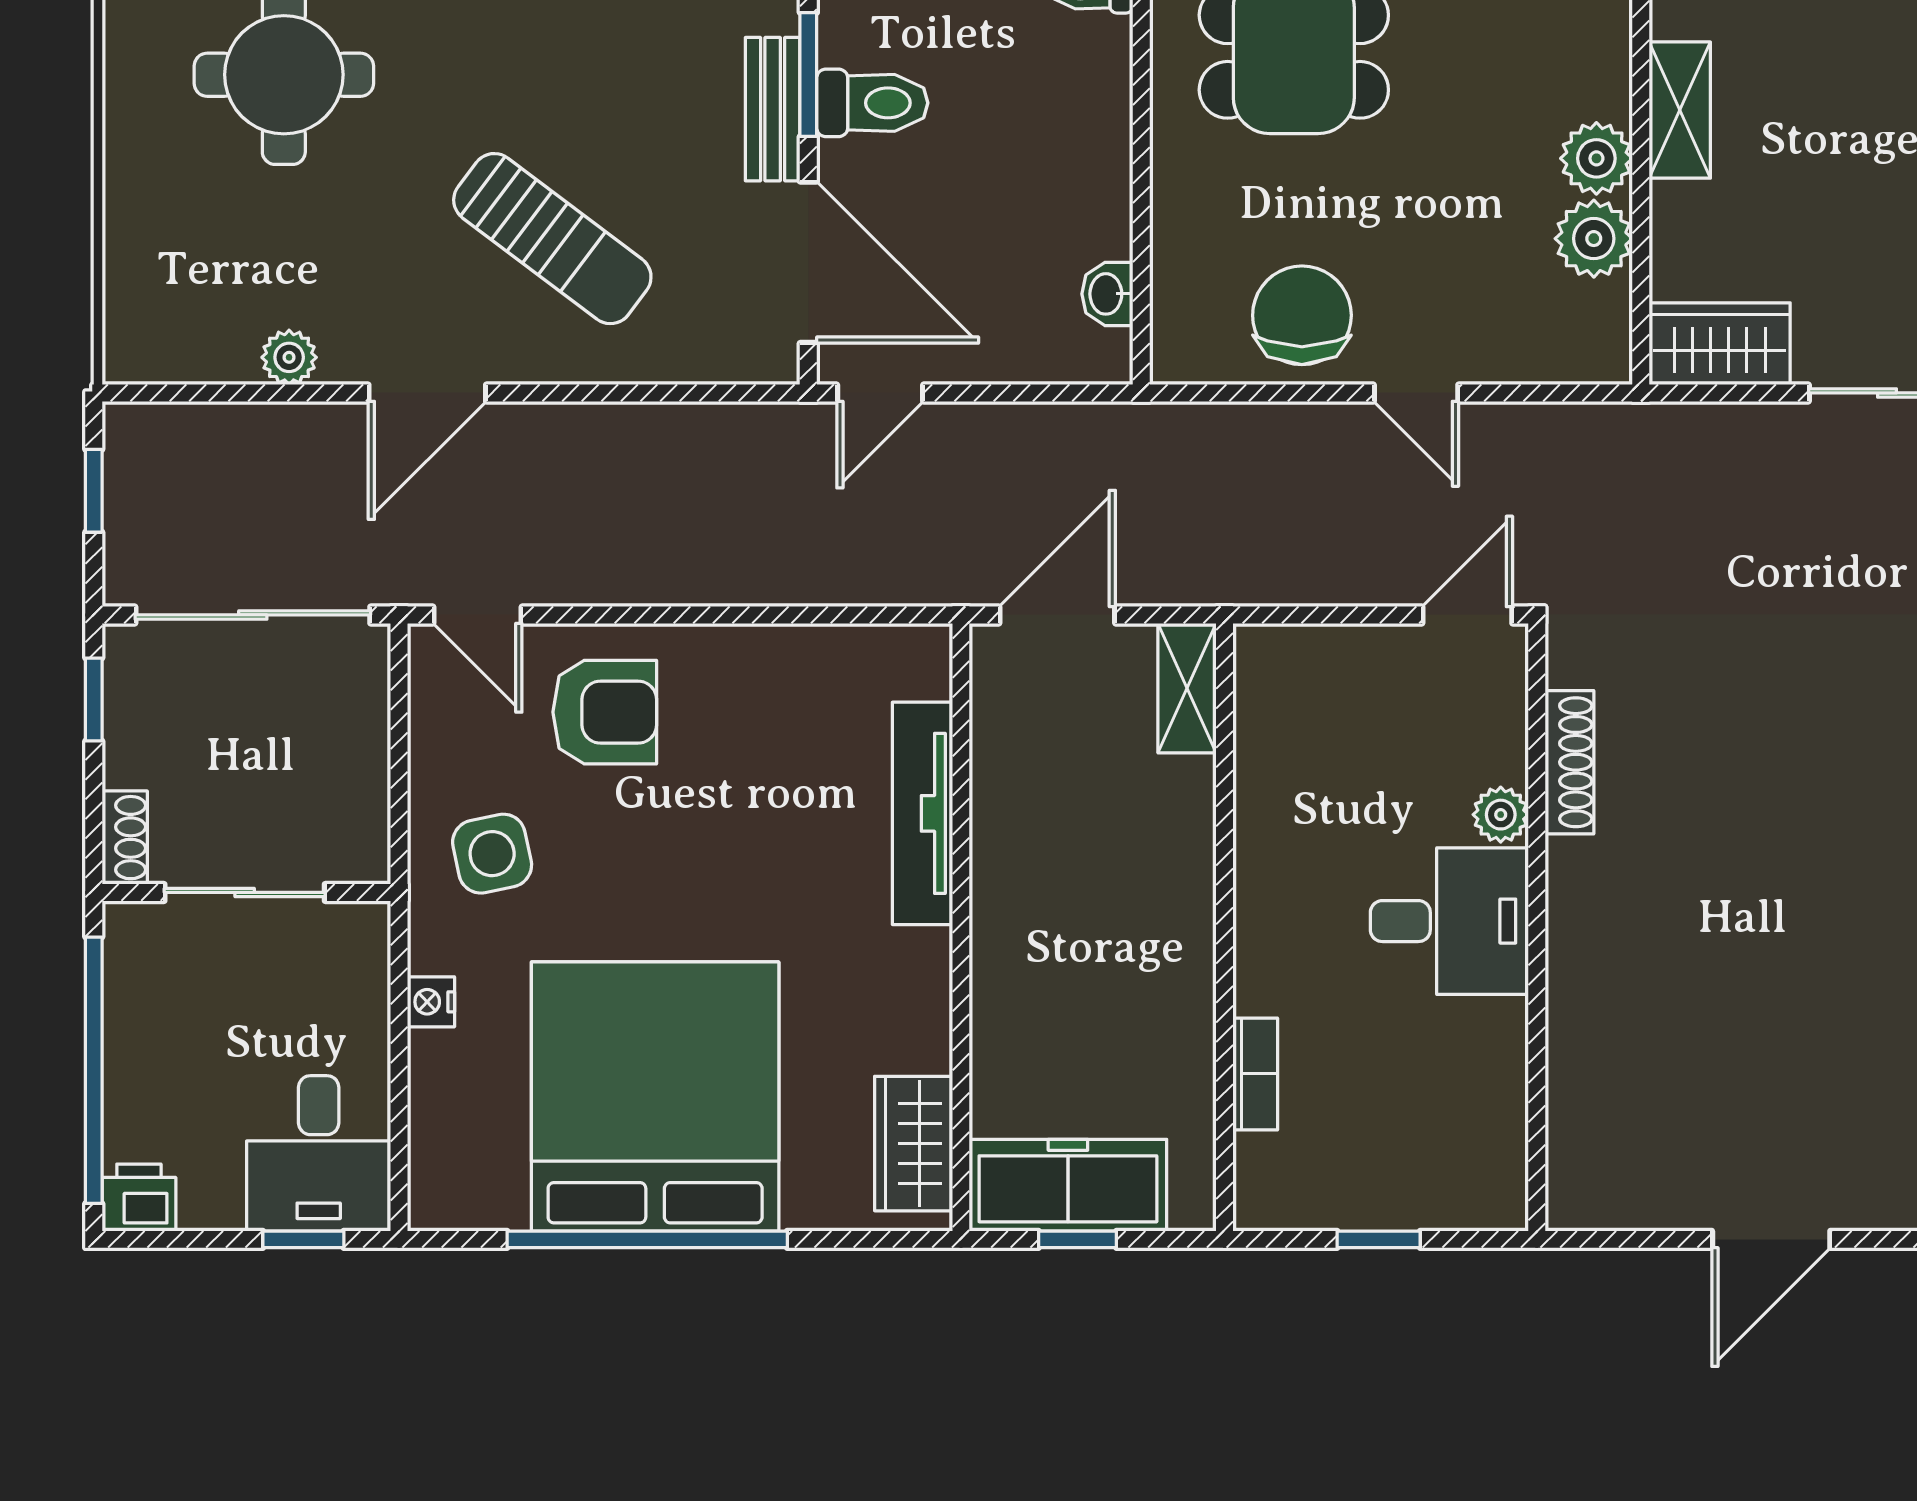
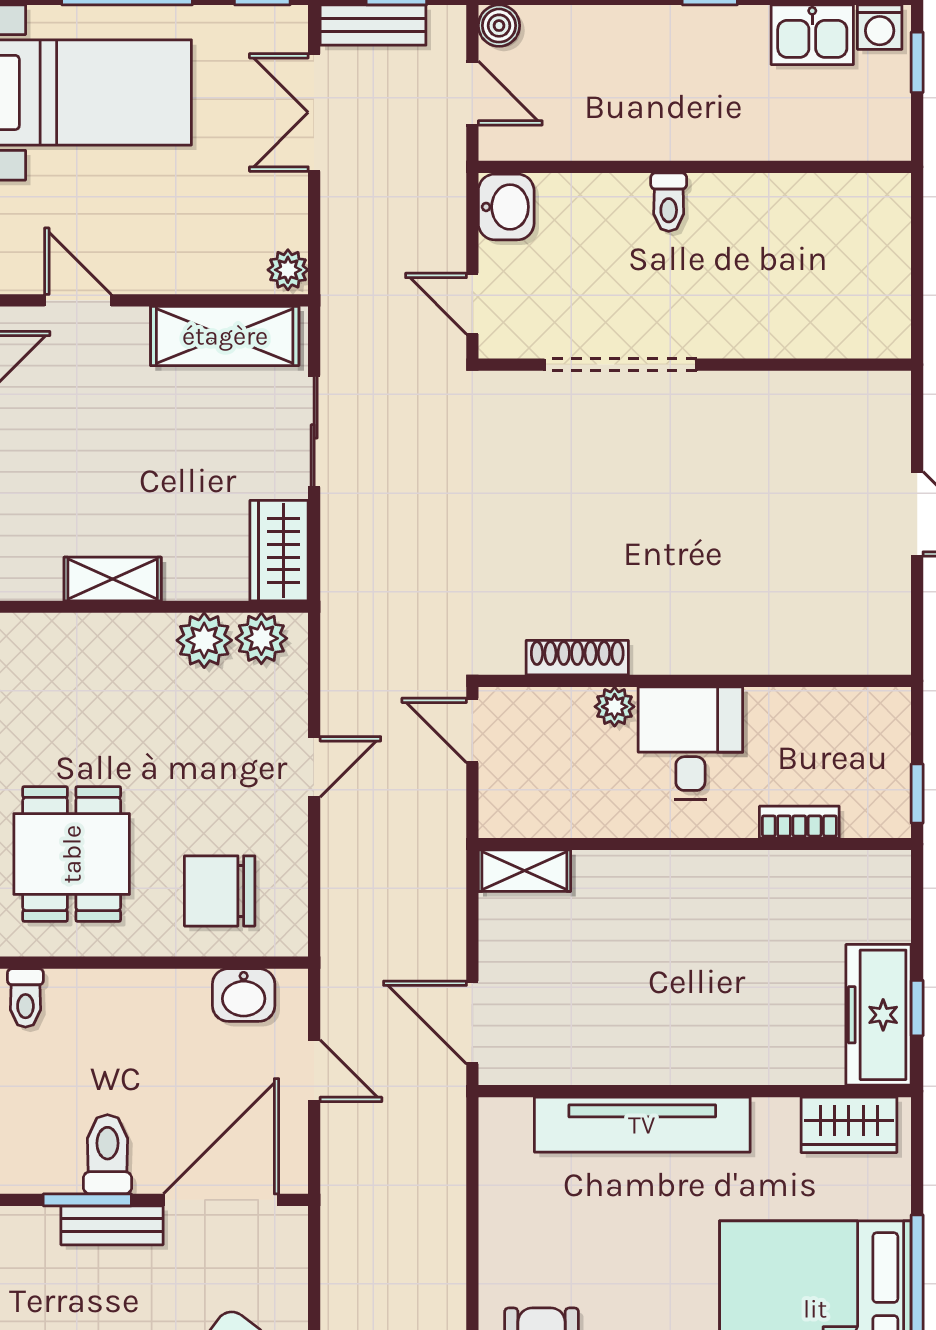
plant: (1596, 158) -> (261, 638), moved
washbasin: (1107, 294) -> (244, 995), width x1.38, depth x1.45
chair: (1302, 315) -> (220, 891), moved
door: (880, 393) -> (314, 1071), moved
shelving: (1187, 688) -> (524, 871), moved
tv unit: (922, 813) -> (642, 1125), width x1.36, depth x1.29
wall: (1225, 927) -> (695, 844), moved
bookcase: (1255, 1074) -> (799, 822), moved

